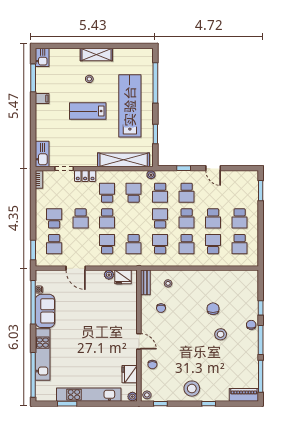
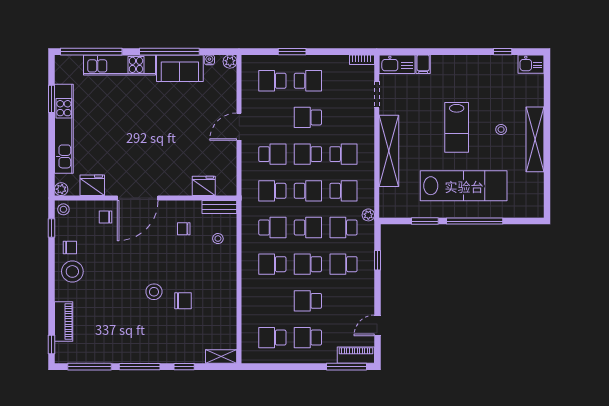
shelving: (96, 54) -> (535, 139), width x1.47
window: (33, 78) -> (503, 52), width x0.46
window: (155, 83) -> (475, 221), moved
filing cabinet: (42, 99) -> (423, 64), moved
lab bench: (88, 111) -> (457, 127), turned 180
shelving: (124, 160) -> (389, 151), moved
door: (213, 168) -> (378, 325), moved
locker: (85, 176) -> (367, 124), removed
piano: (252, 184) -> (356, 355), added
window: (261, 191) -> (346, 367), width x1.44
school desk: (213, 244) -> (308, 191), moved
window: (33, 250) -> (292, 52), moved
door: (76, 268) -> (239, 127), moved
plant: (109, 275) -> (230, 62), moved
fridge: (123, 277) -> (204, 186), moved, turned 90
shelving: (253, 281) -> (221, 357), added
window: (33, 302) -> (169, 52), moved
chair: (251, 325) -> (70, 247), moved
stool: (221, 334) -> (154, 292), moved
door: (139, 341) -> (138, 198), width x1.88
piano: (244, 395) -> (64, 322), moved
window: (209, 404) -> (51, 345), moved

